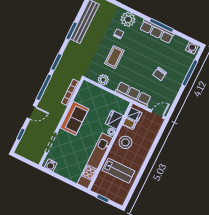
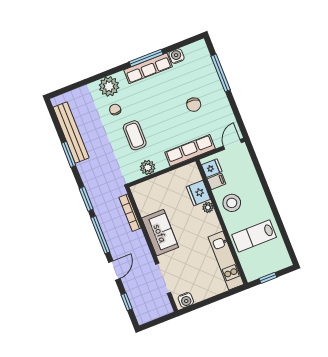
water cooler: (192, 48) -> (176, 56), moved
kitchen unit: (95, 161) -> (226, 261), width x0.73
lab bench: (119, 171) -> (254, 236), turned 180

